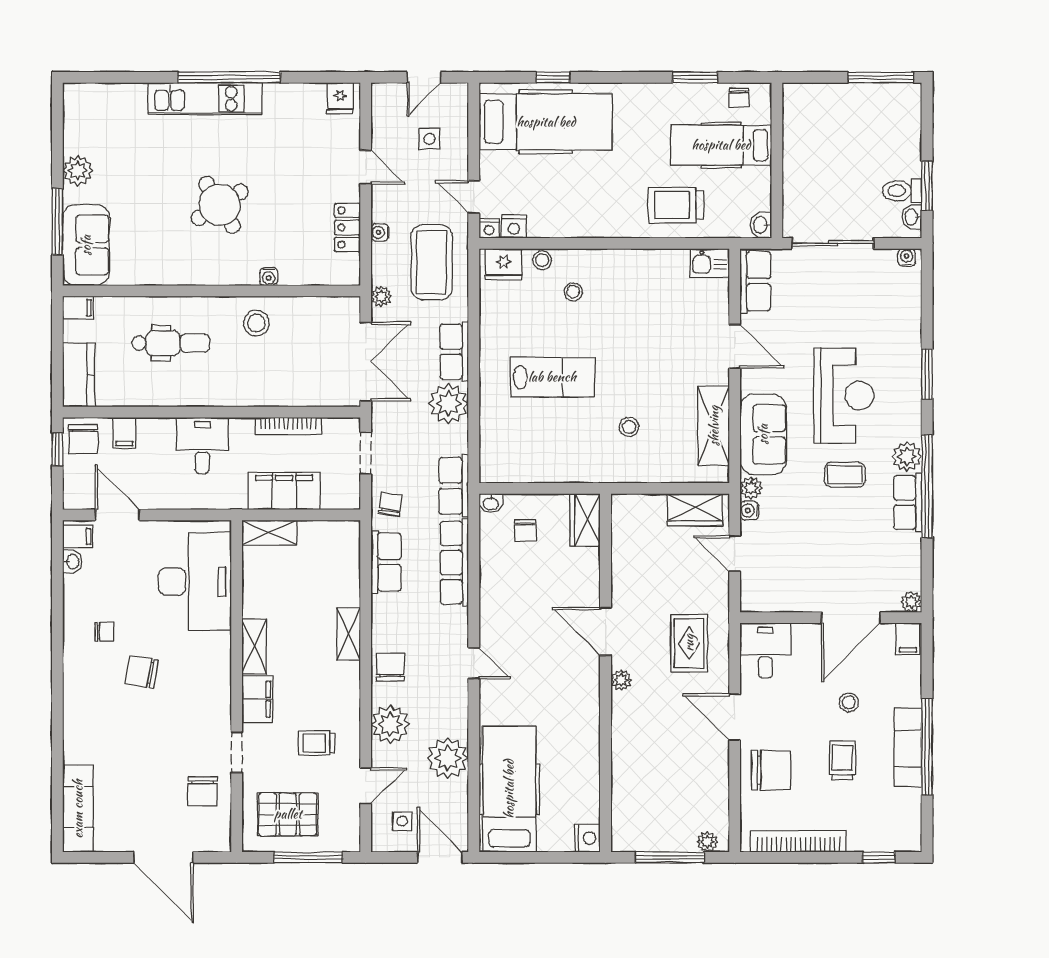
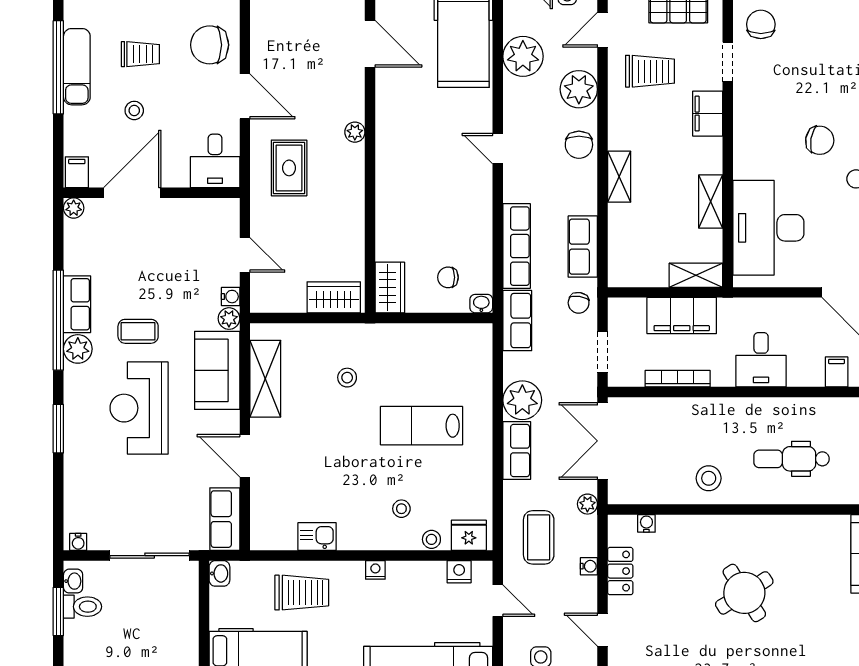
nightstand: (489, 229) -> (375, 570), moved
coffee table: (432, 262) -> (539, 537), width x0.73, depth x0.76
kitchen sink: (710, 263) -> (317, 537), moved
water cooler: (269, 277) -> (646, 523), moved
wardrobe: (695, 510) -> (334, 297), moved
chair: (525, 530) -> (448, 277), turned -90
door: (606, 631) -> (370, 44), moved
shelving: (254, 646) -> (711, 202), moved
trolley: (317, 743) -> (650, 71), width x1.36, depth x1.39
trolley: (842, 761) -> (140, 54), turned -90

